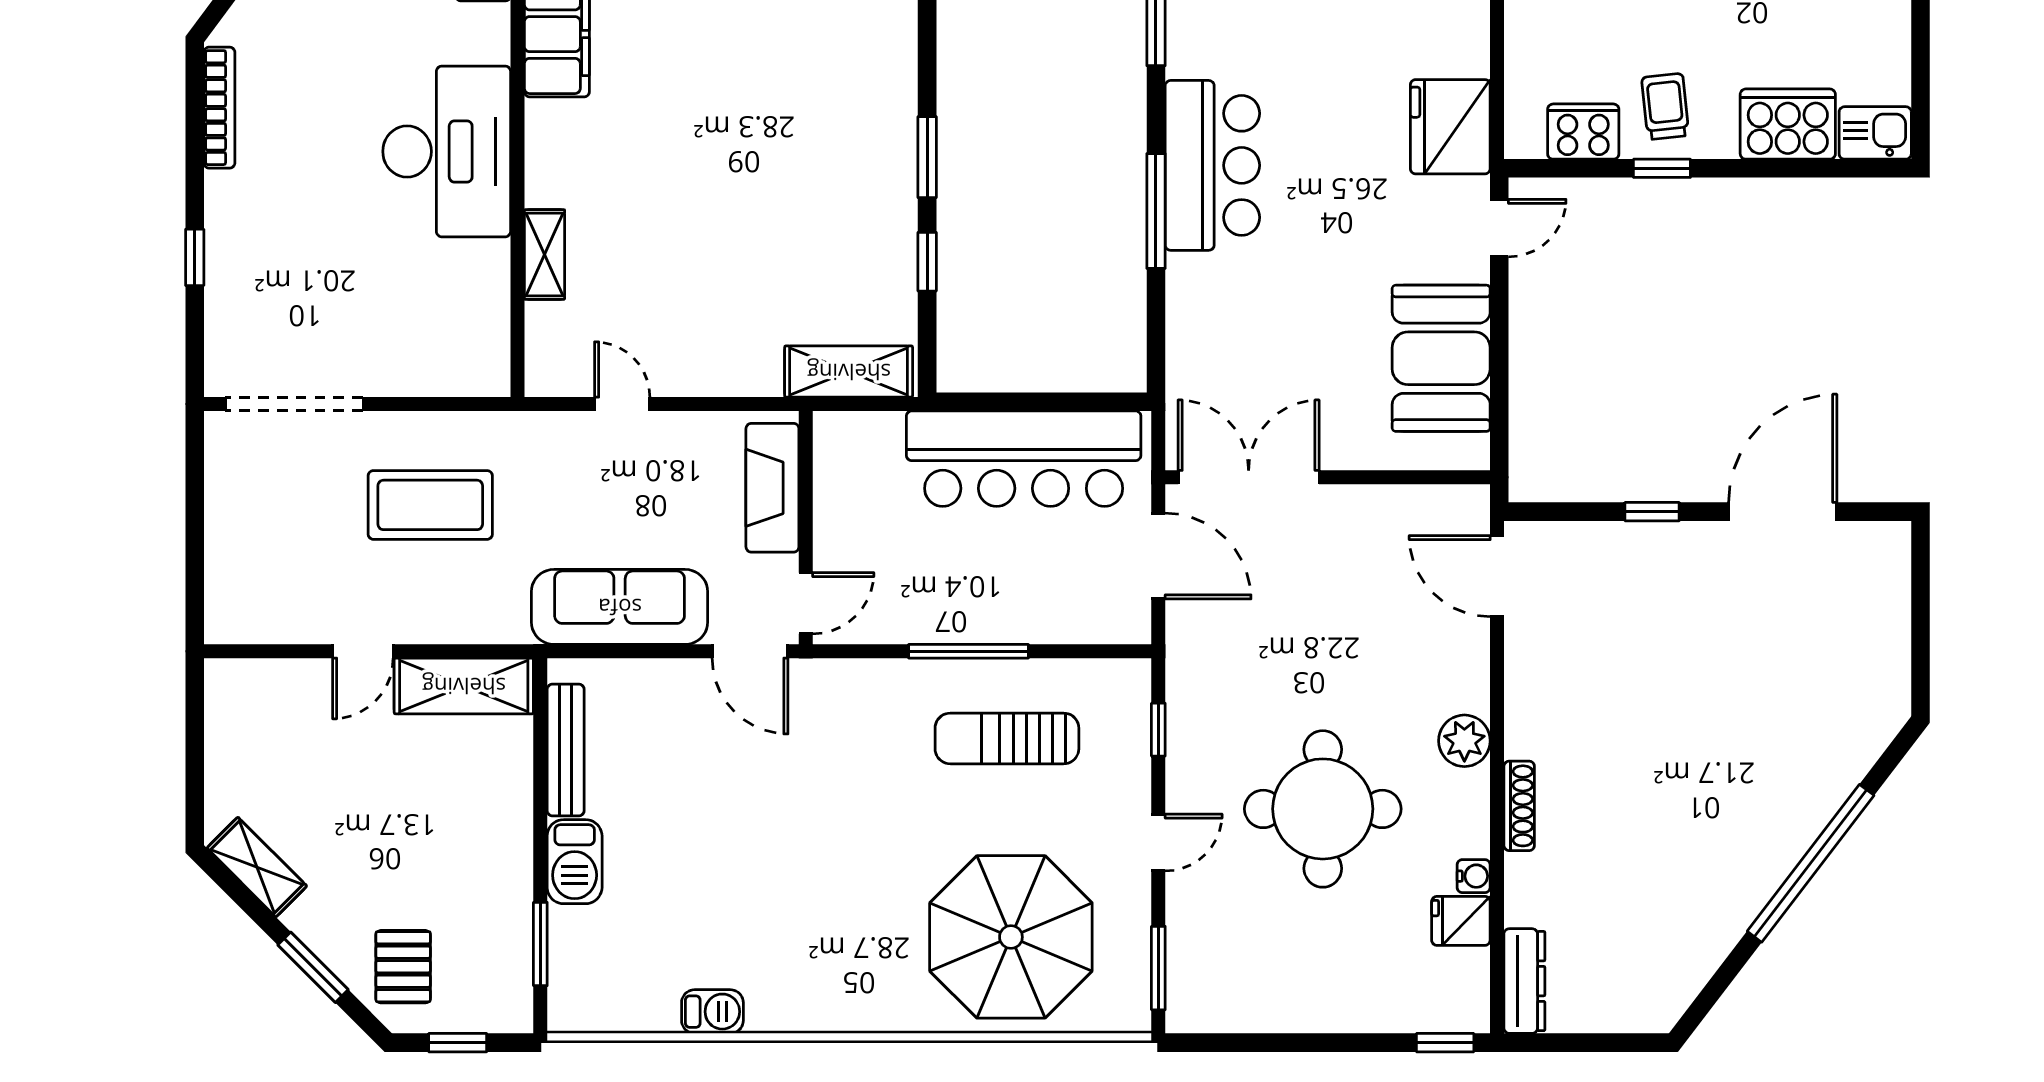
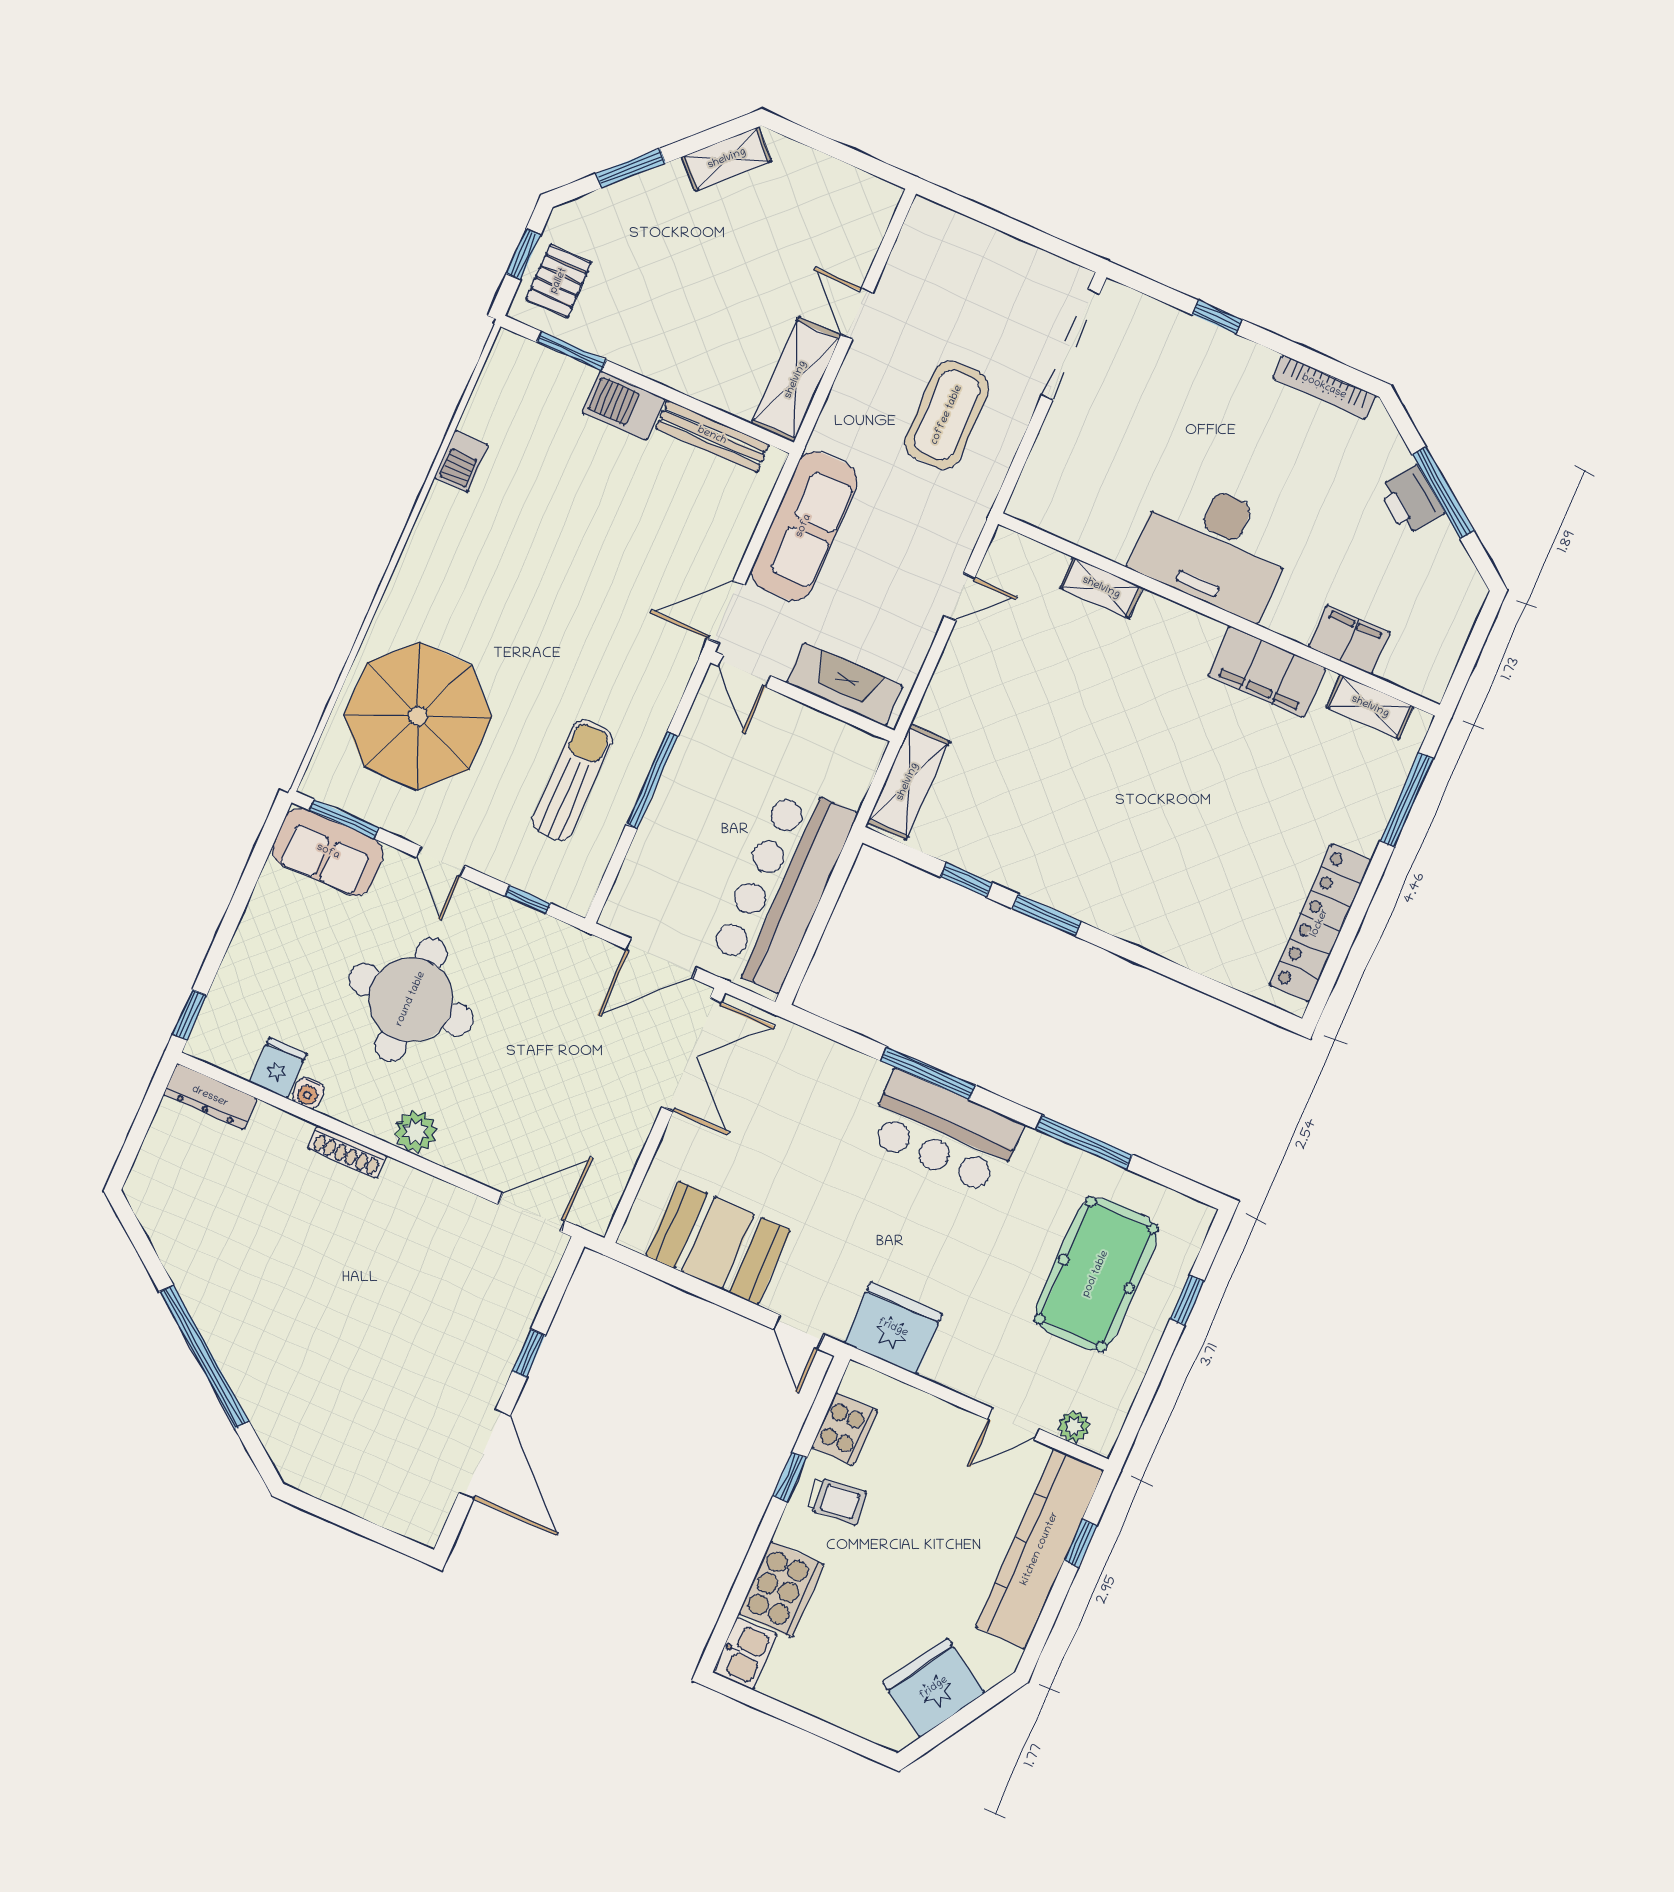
pallet: (403, 967) -> (559, 281), moved, turned 90
sofa: (1202, 970) -> (328, 852), added

